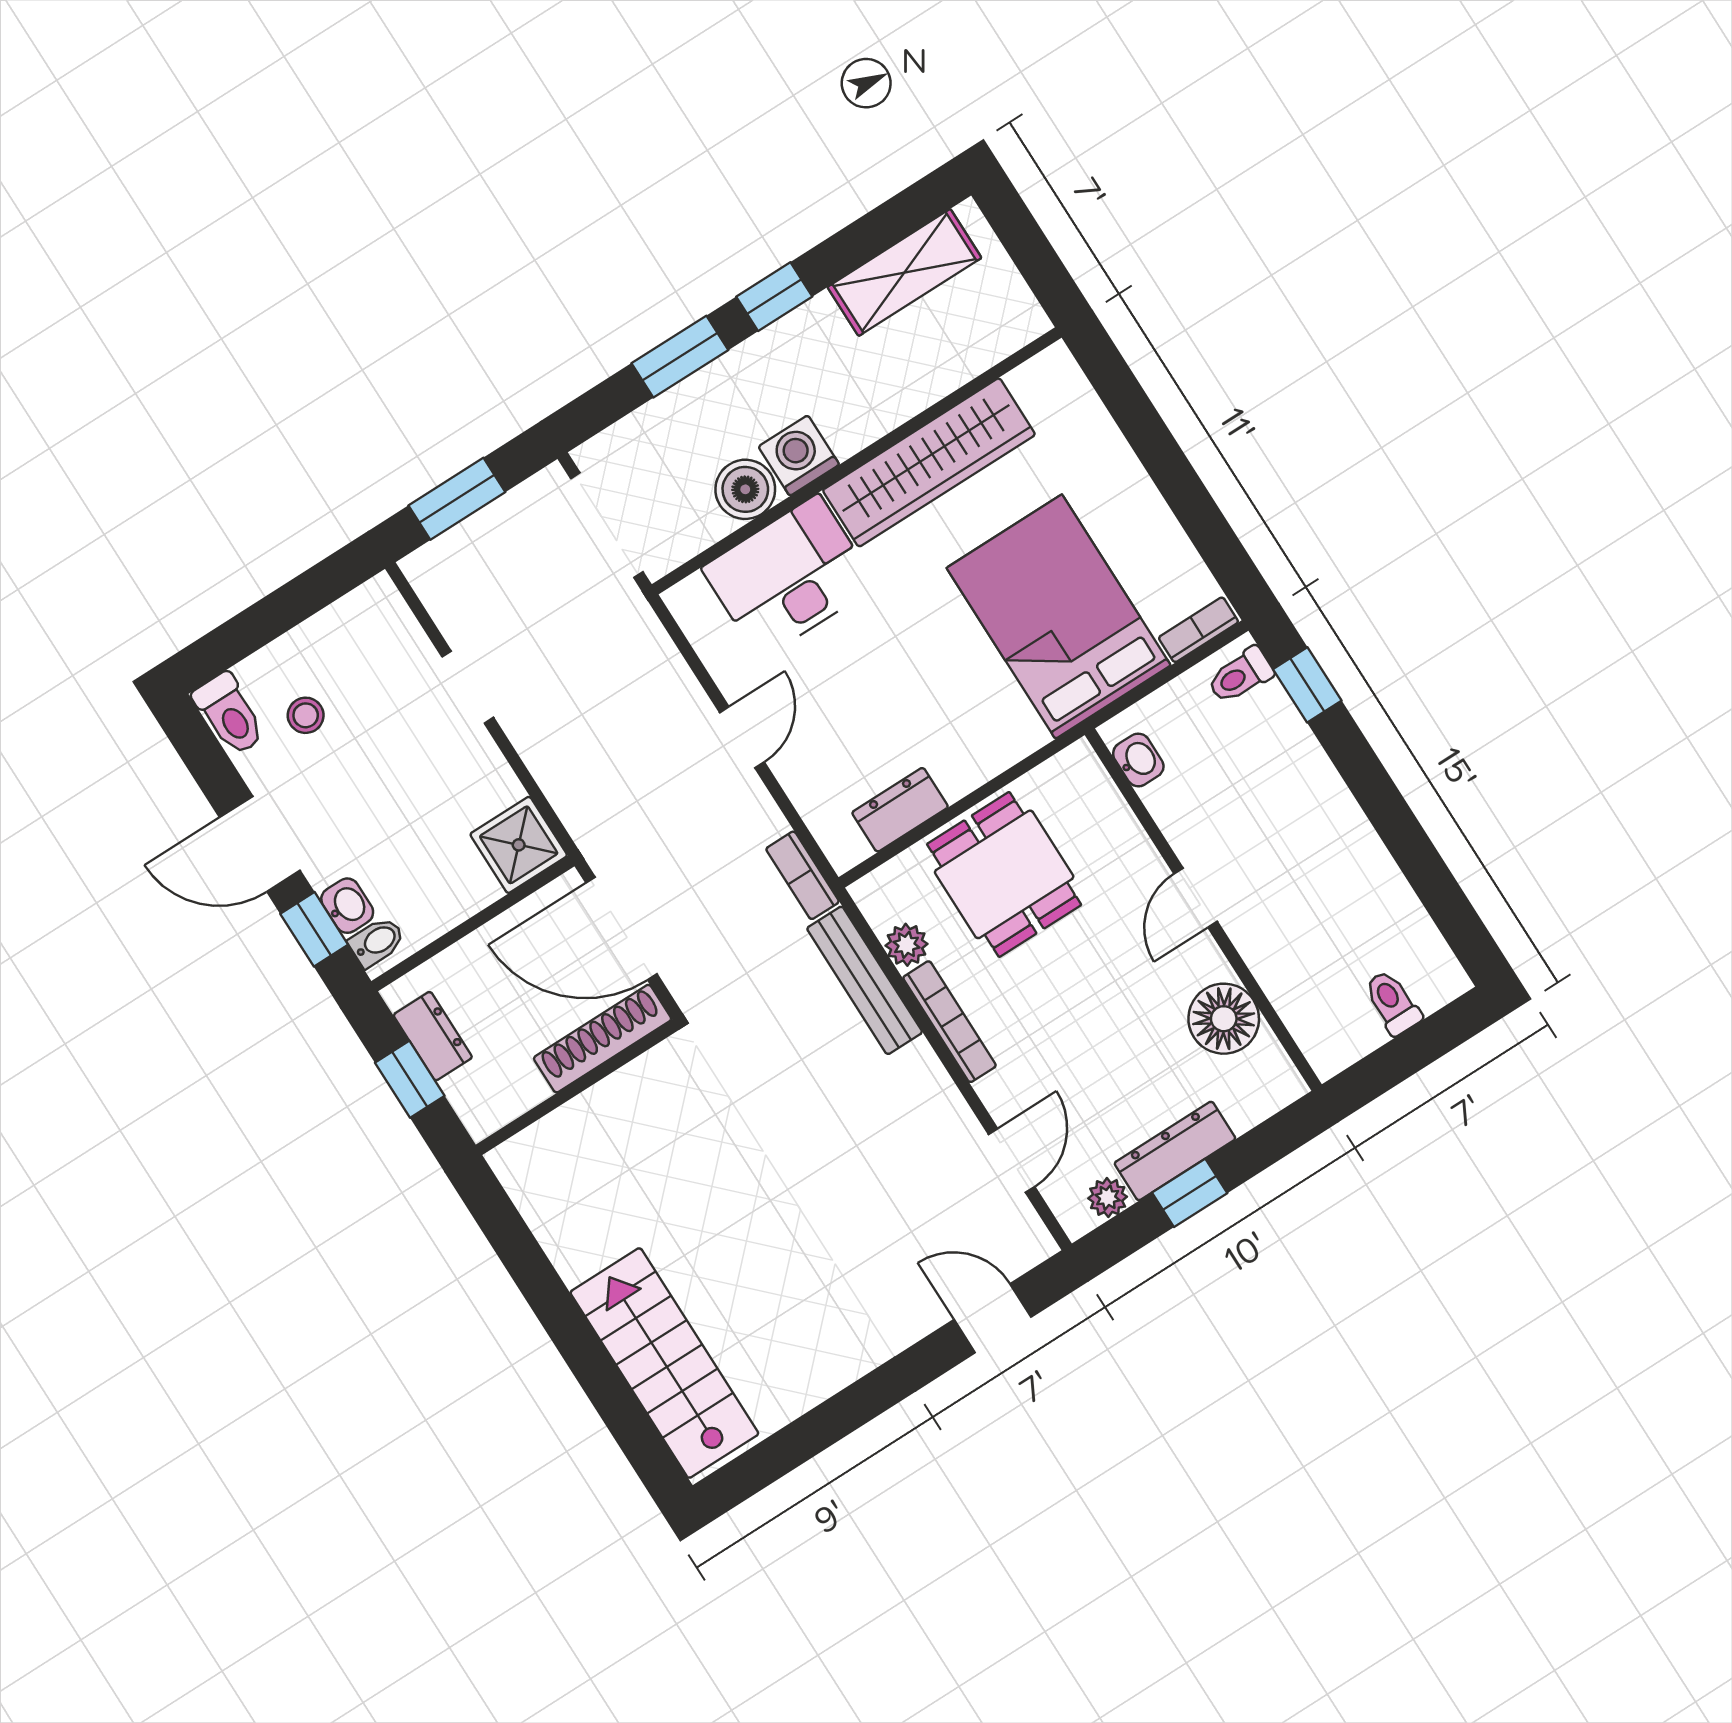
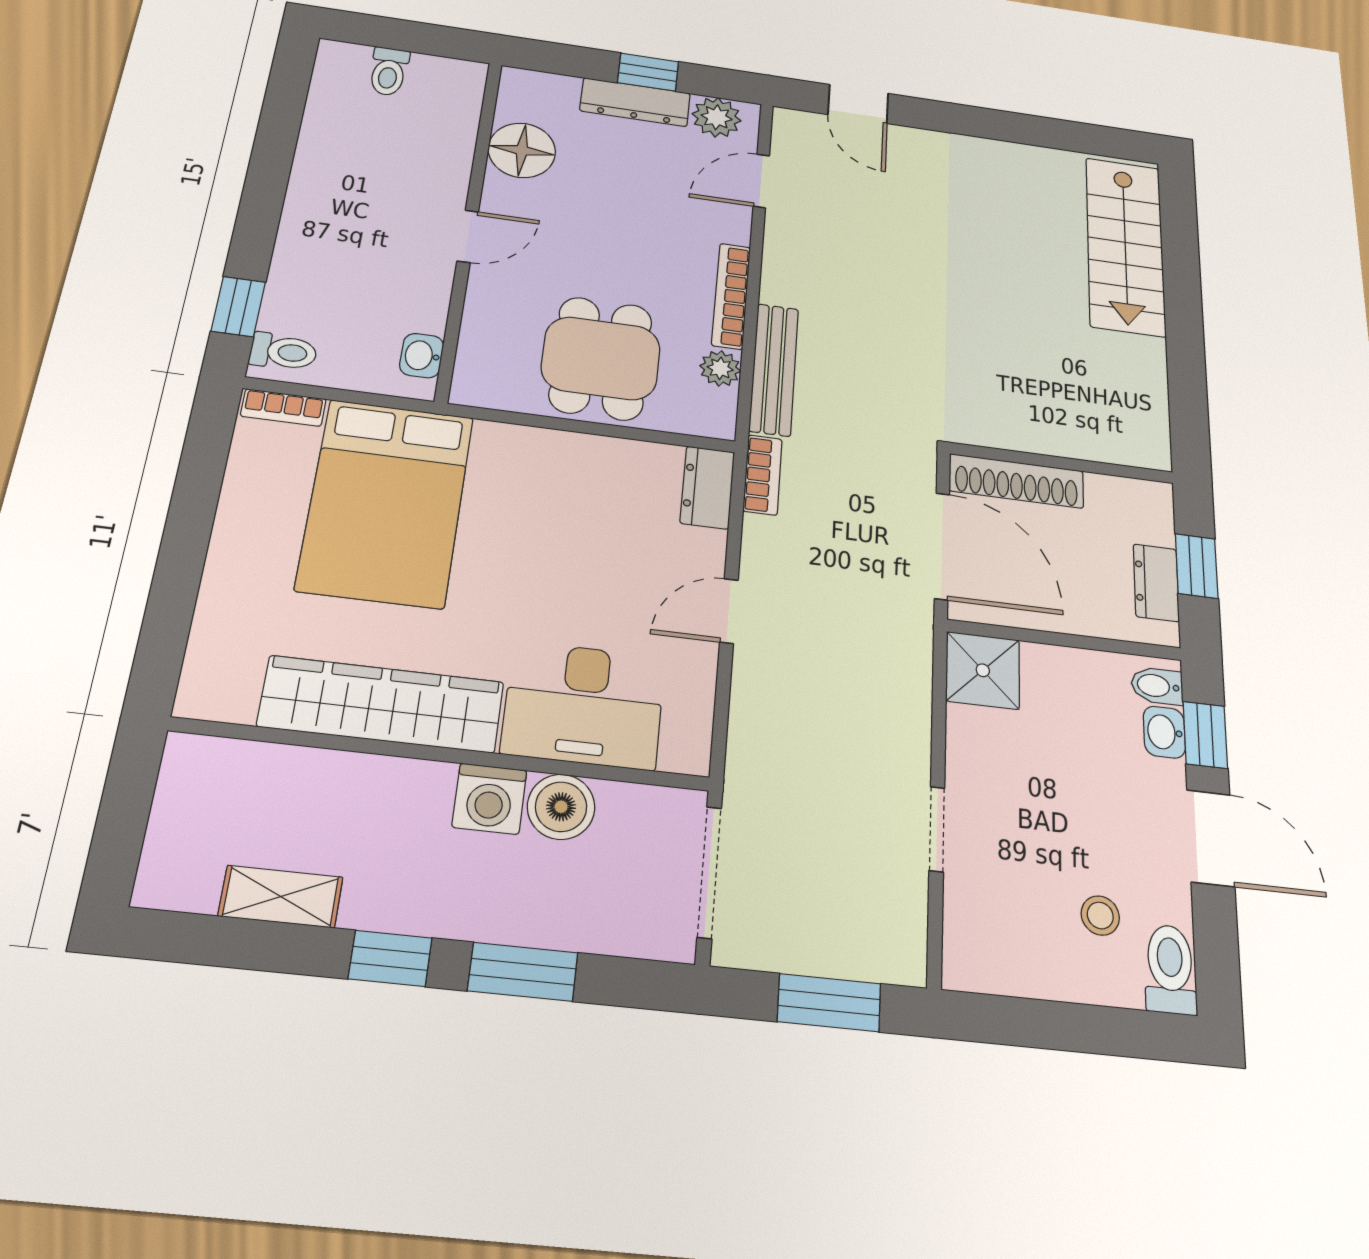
shelving: (904, 272) -> (281, 897), width x0.67, depth x0.75
dresser: (900, 810) -> (707, 487), moved, turned 90
plant: (1108, 1198) -> (717, 117), width x1.38, depth x1.38

